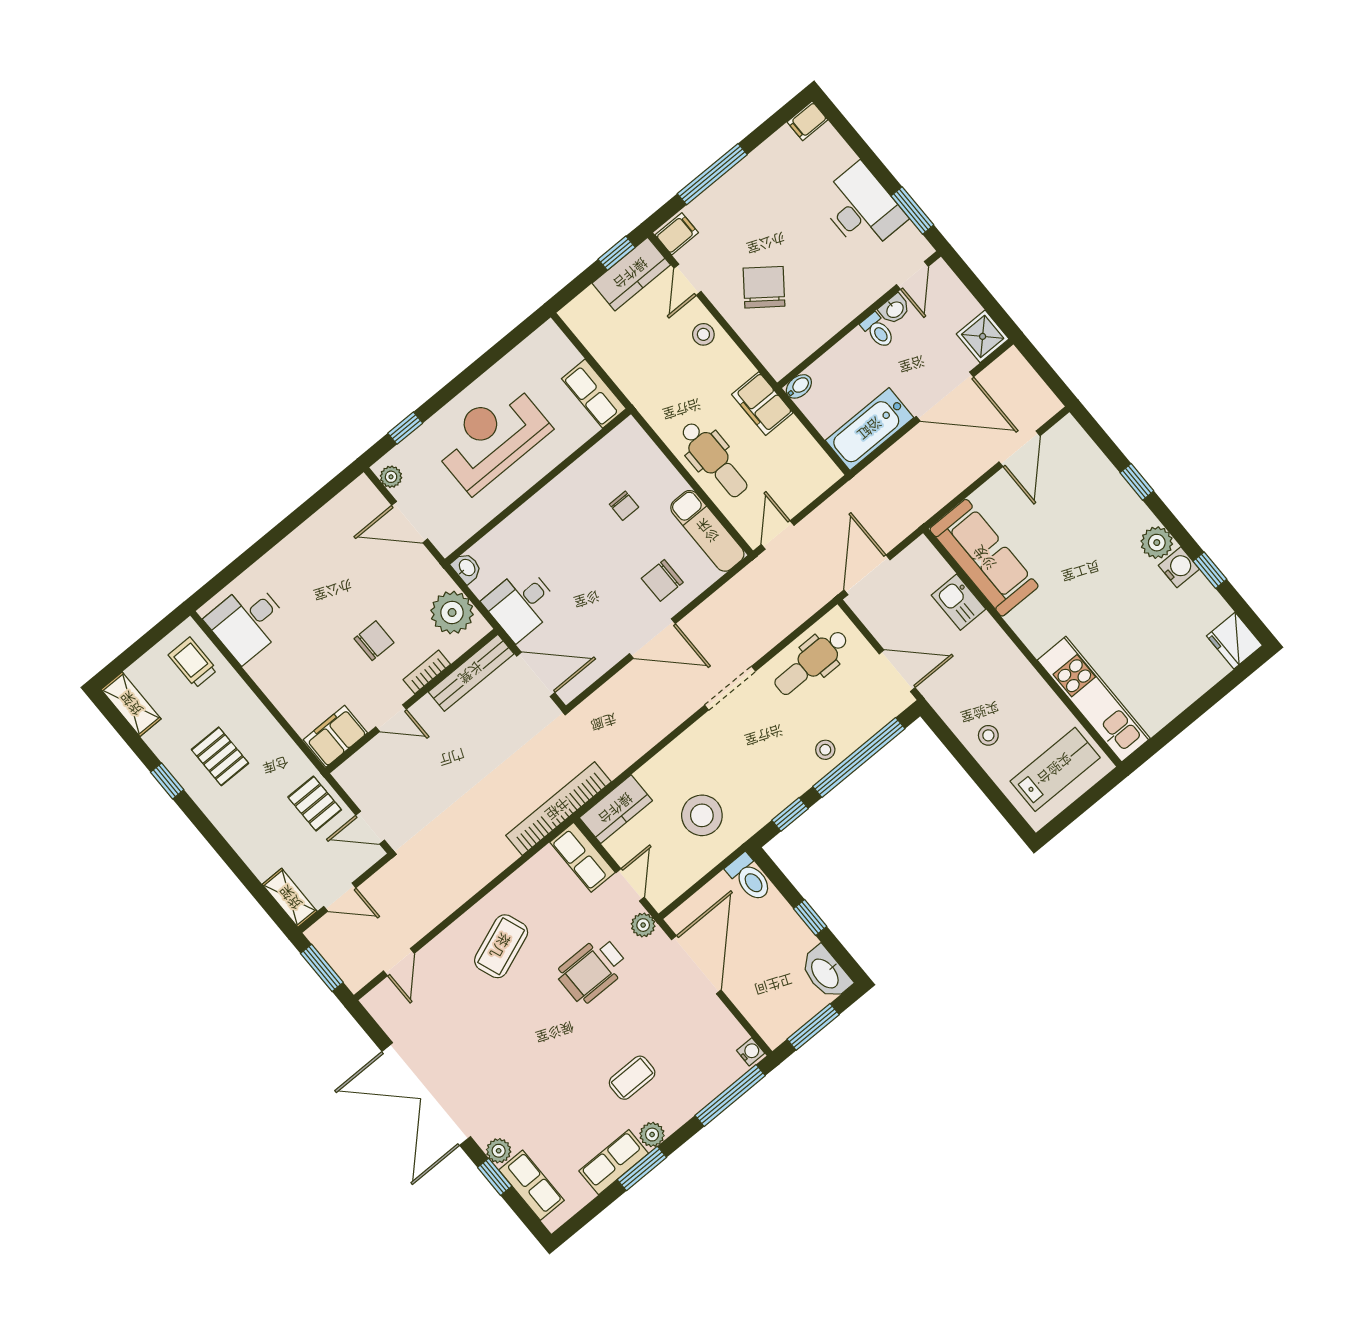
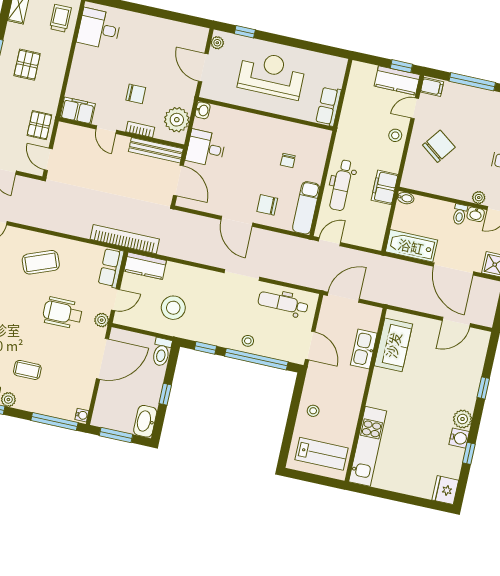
plant: (875, 287) -> (479, 198), added
sofa: (984, 558) -> (393, 345), width x0.73
kitchen sink: (958, 602) -> (364, 349), width x1.38

